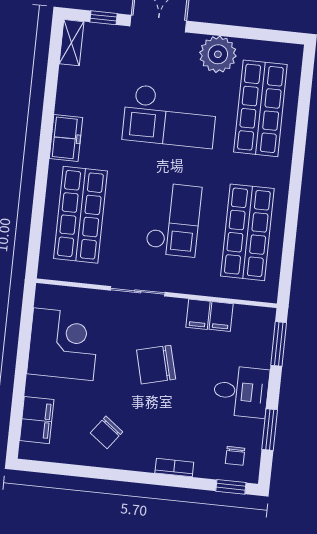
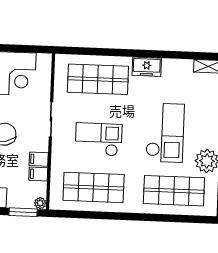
checkout: (170, 116) -> (165, 133), turned 180
checkout: (174, 220) -> (99, 139), turned 180
plant: (266, 316) -> (40, 203), added

